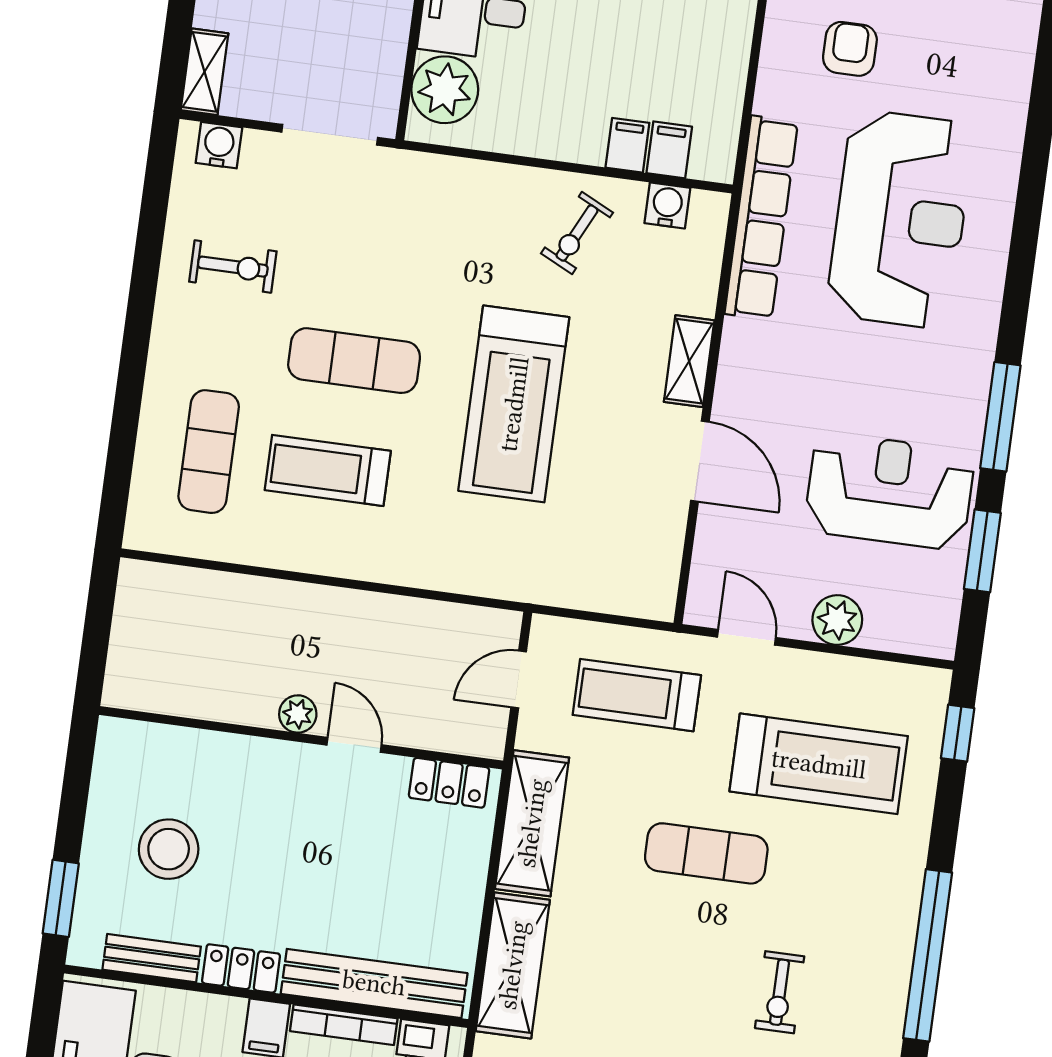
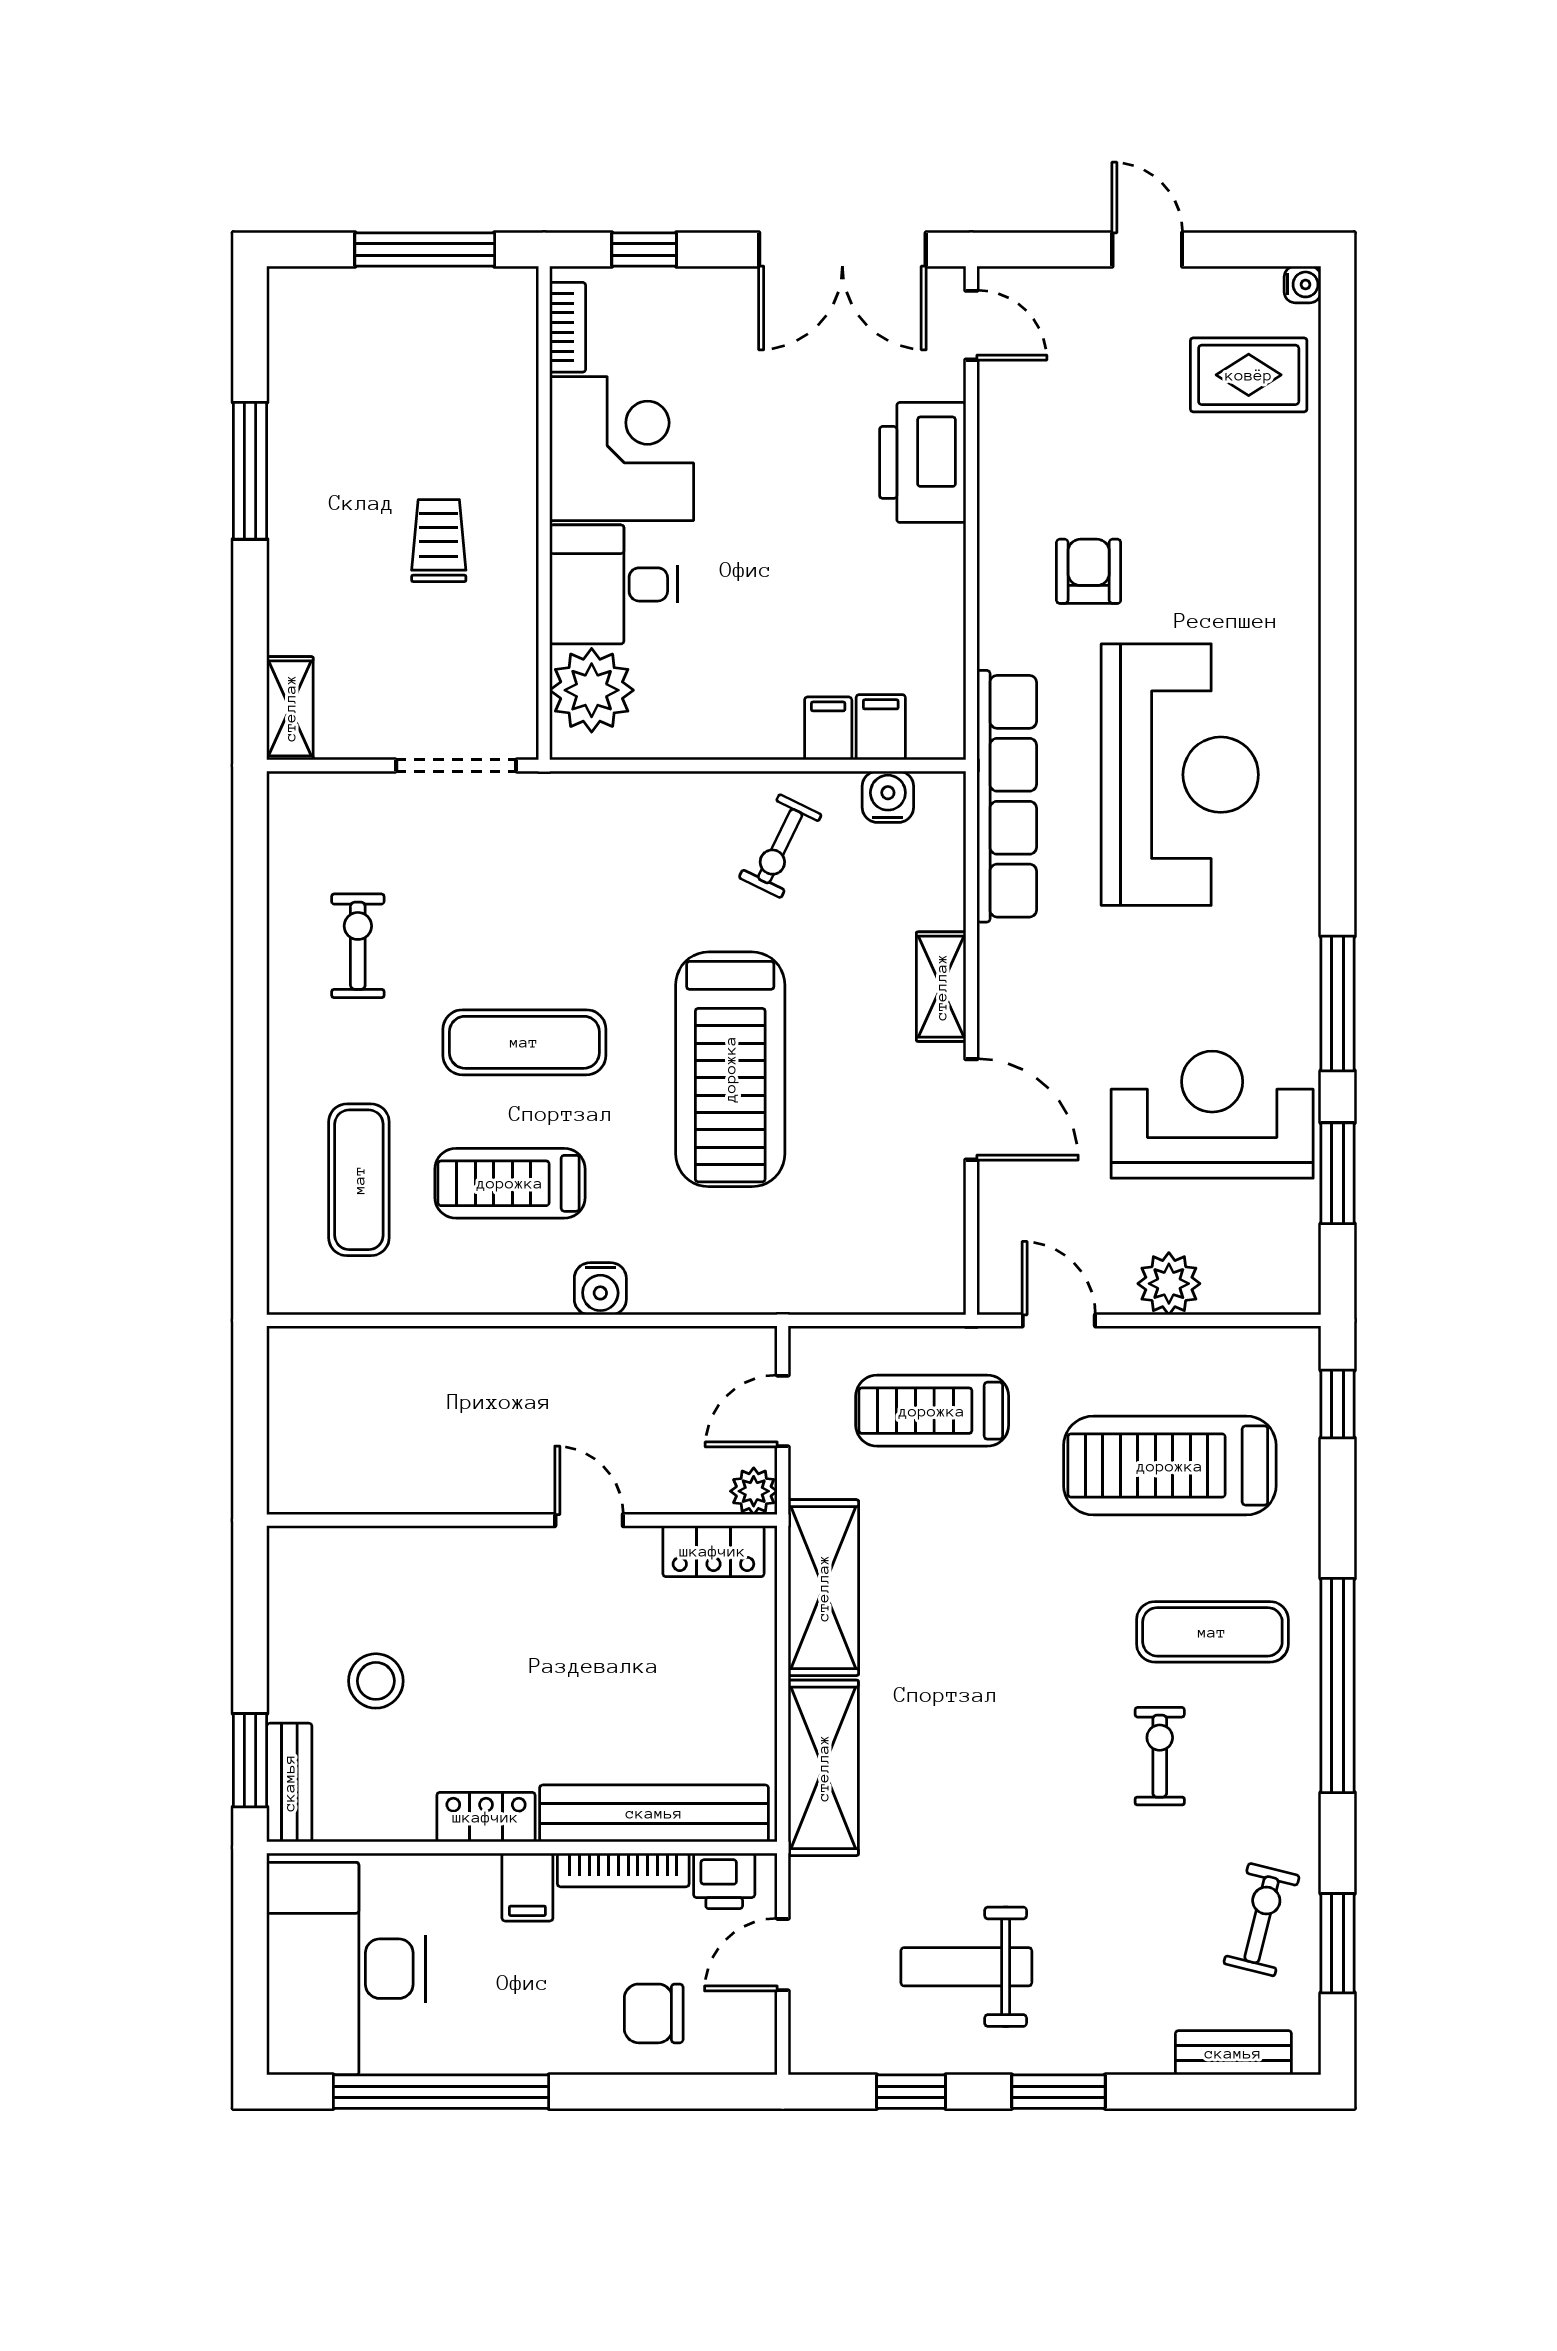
water cooler: (219, 145) -> (600, 1289), moved, turned 180
exercise bike: (233, 267) -> (358, 946), turned -90
plant: (298, 714) -> (754, 1491), moved
treadmill: (819, 764) -> (1170, 1466), turned 180
stool: (169, 849) -> (376, 1681), width x0.73, depth x0.73
exercise mat: (706, 853) -> (1212, 1632), moved
bench: (152, 958) -> (289, 1783), moved, turned 90
exercise bike: (780, 992) -> (1160, 1756), turned 180

